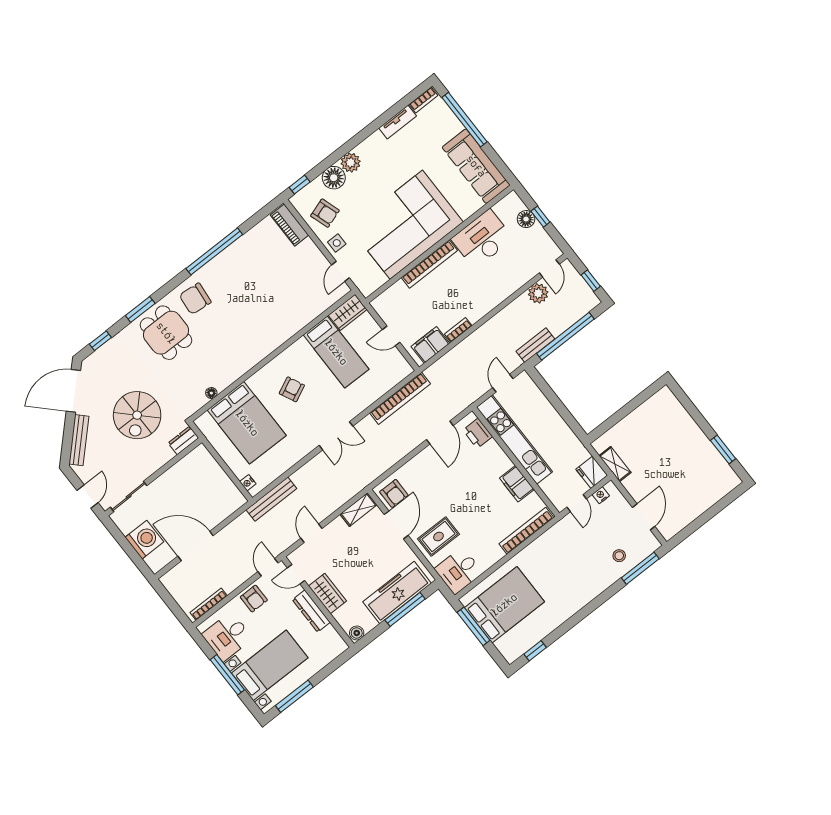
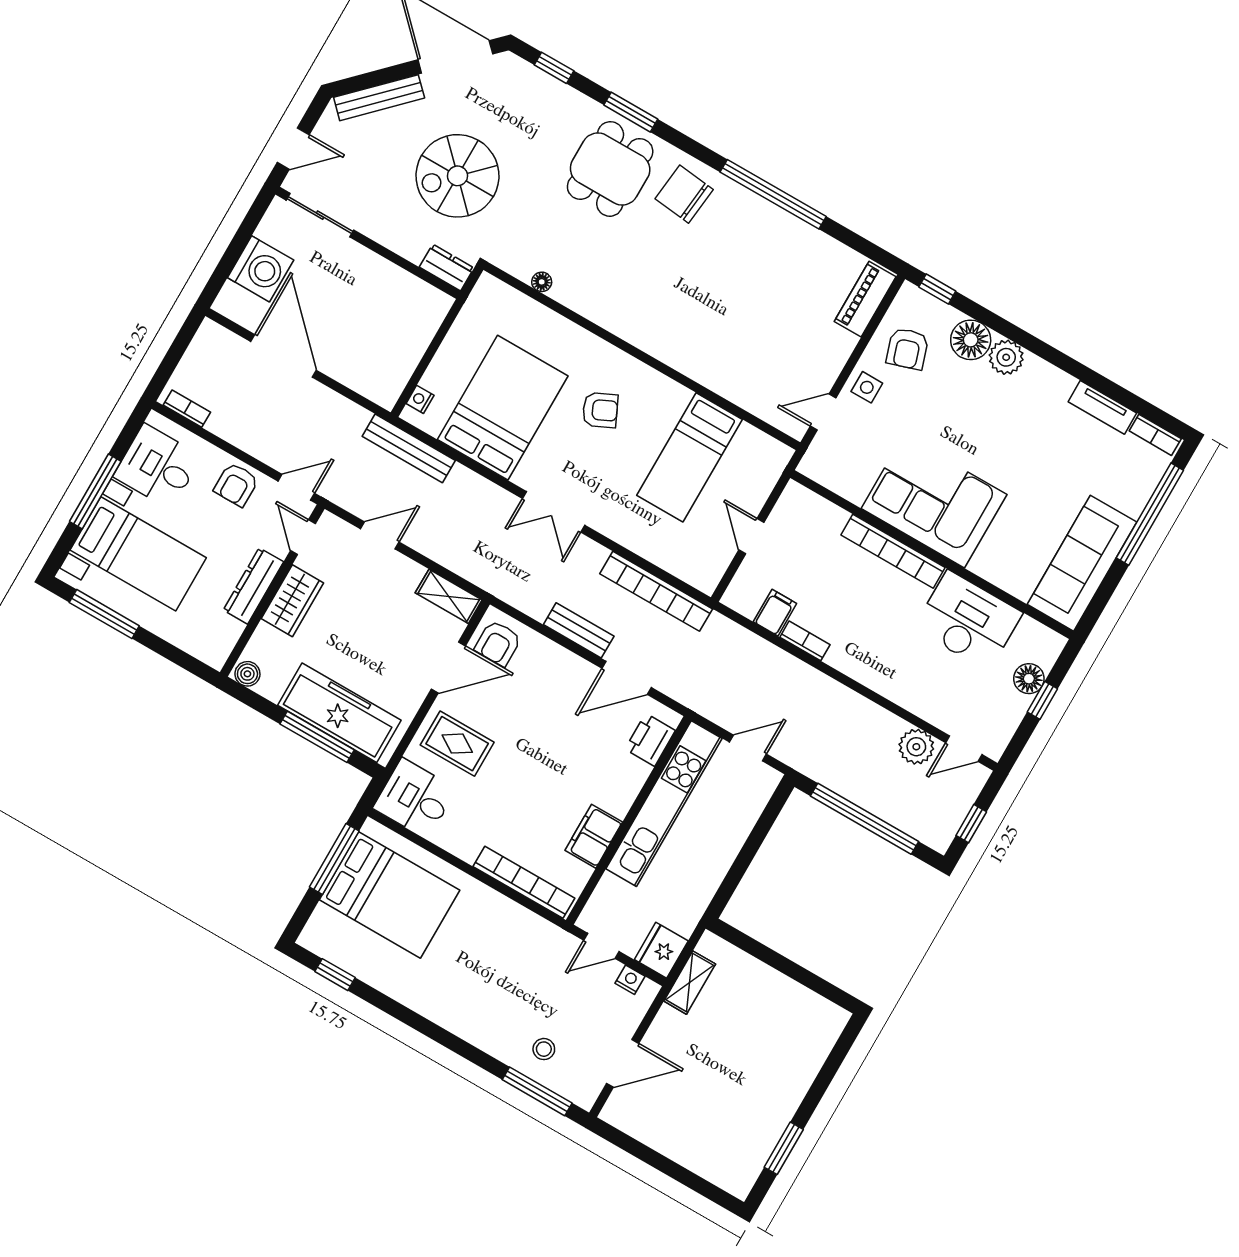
corner sofa: (406, 225) -> (934, 502), width x0.73, depth x0.74
wardrobe: (348, 312) -> (761, 450), removed
filing cabinet: (430, 345) -> (775, 613), width x0.50
bench: (535, 345) -> (579, 630), moved
bed: (247, 423) -> (503, 408), moved, turned 180
bookcase: (209, 604) -> (187, 409), width x0.64

